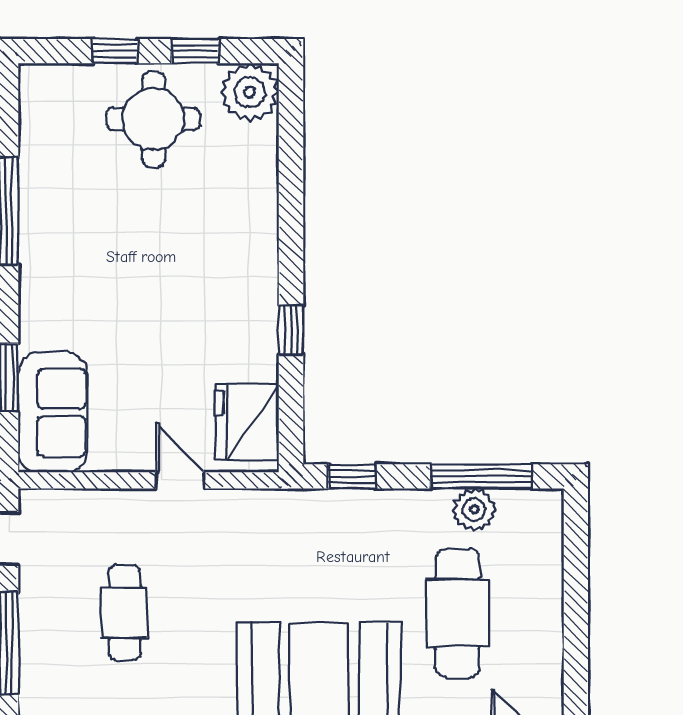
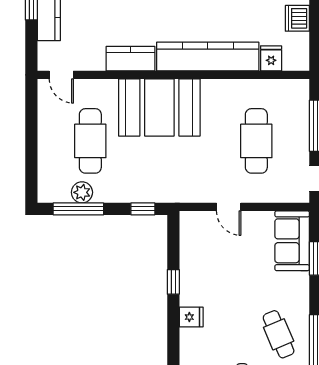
cafe table: (80, 225) -> (279, 334), added
fridge: (247, 422) -> (191, 317), moved, width x0.53, depth x0.75
cafe table: (125, 613) -> (256, 141), width x1.37, depth x1.35

